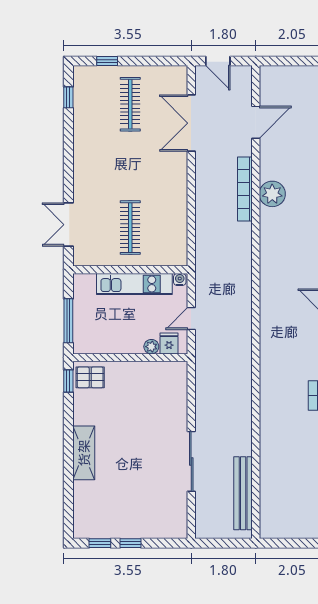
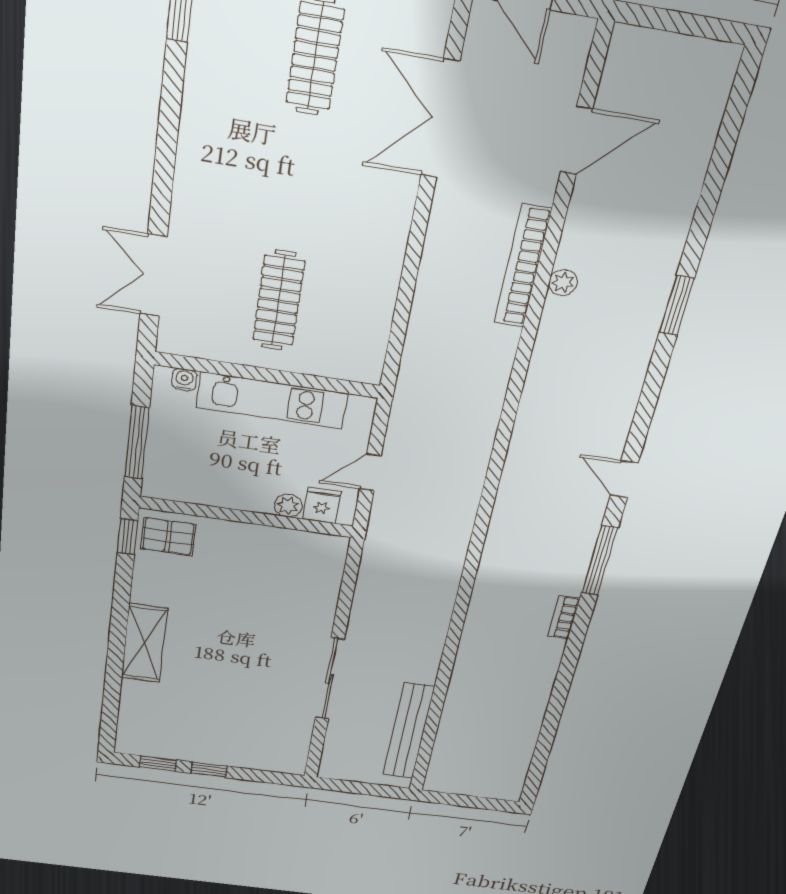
plant: (272, 194) -> (563, 282), width x0.53, depth x0.53
water cooler: (180, 279) -> (184, 380), moved

